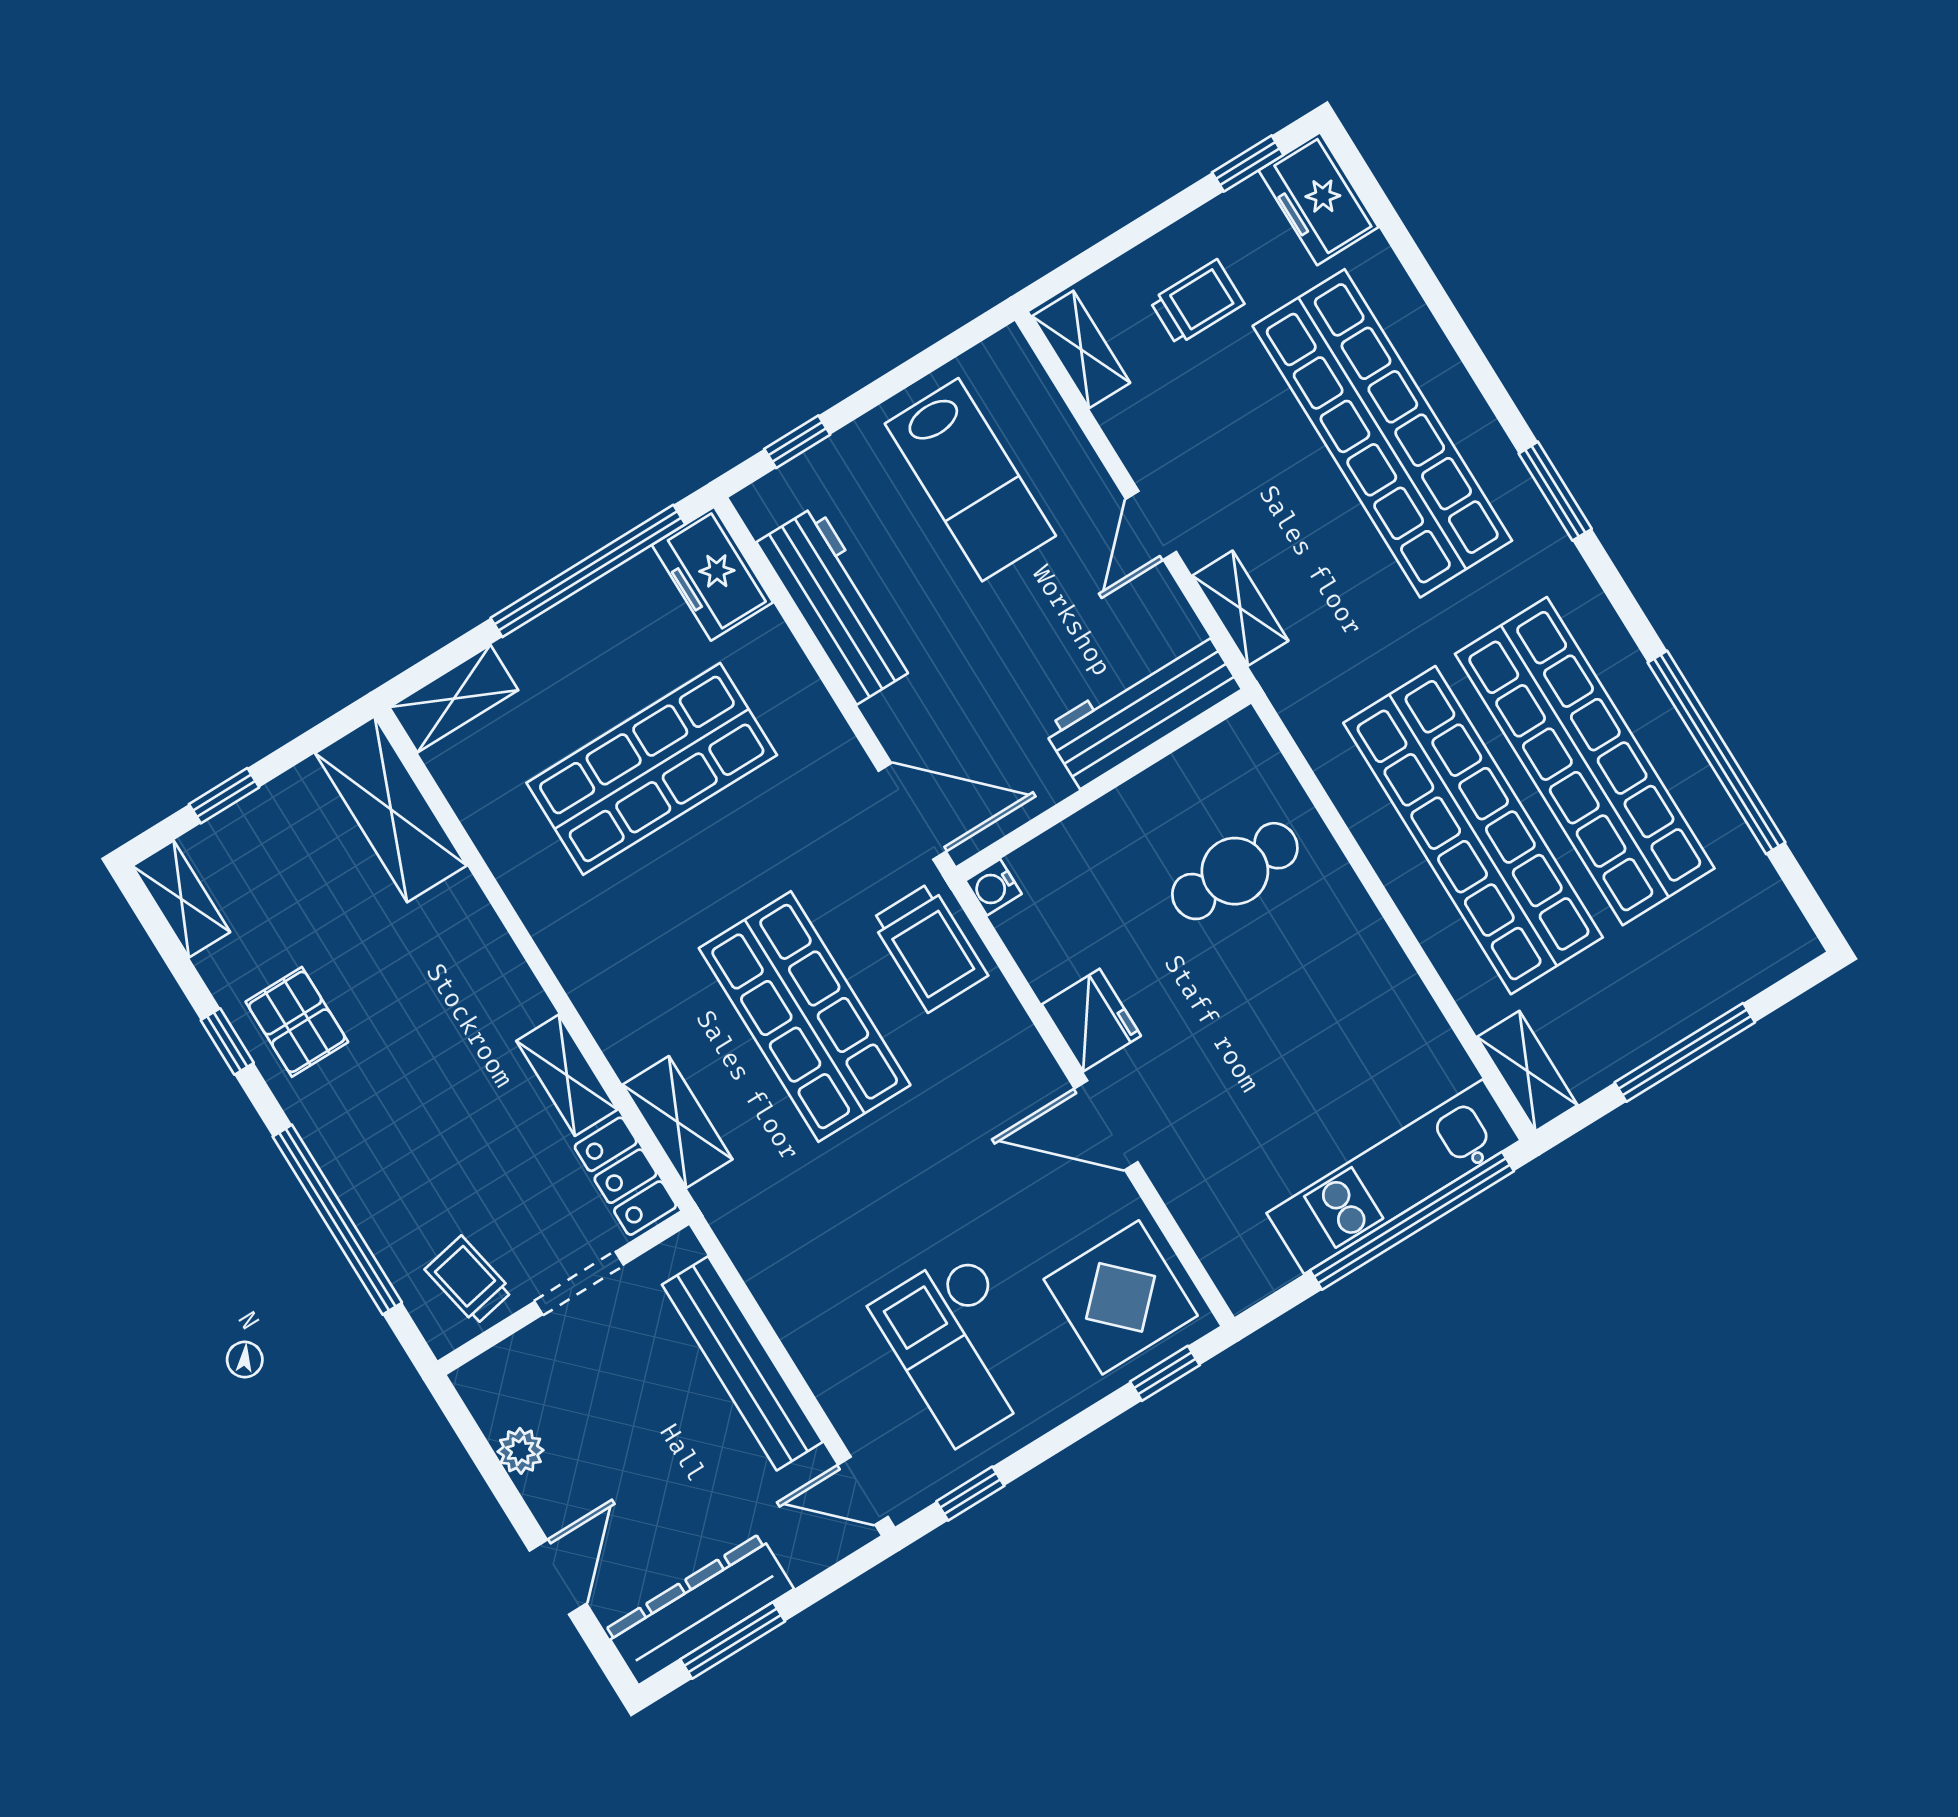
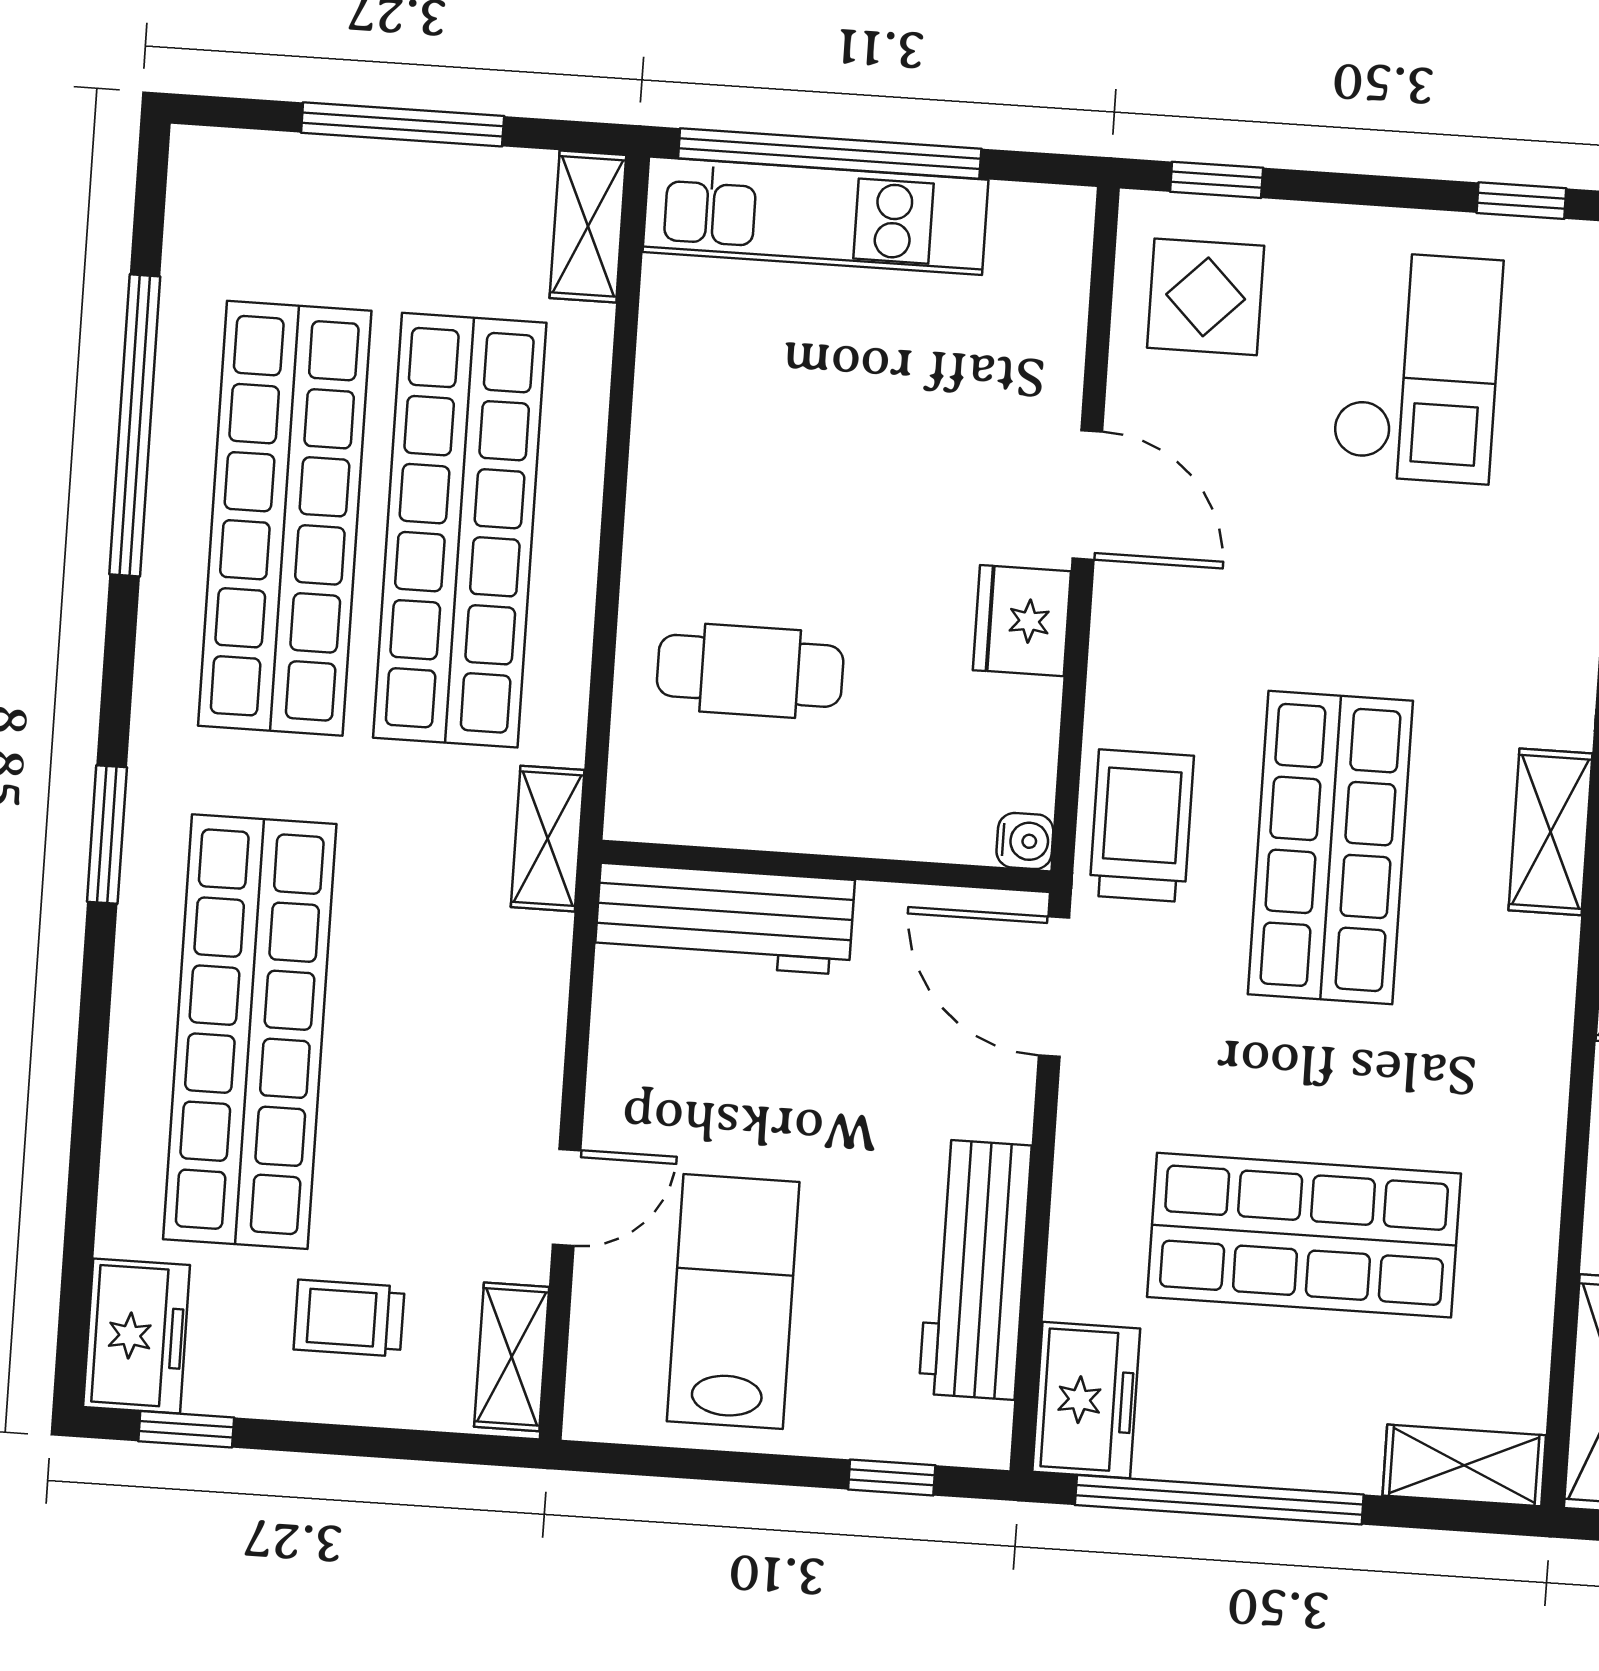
door: (1151, 525) -> (567, 1197), moved
shelving: (1240, 608) -> (548, 839), moved
display table: (1121, 1297) -> (1206, 297), width x0.73, depth x0.73

